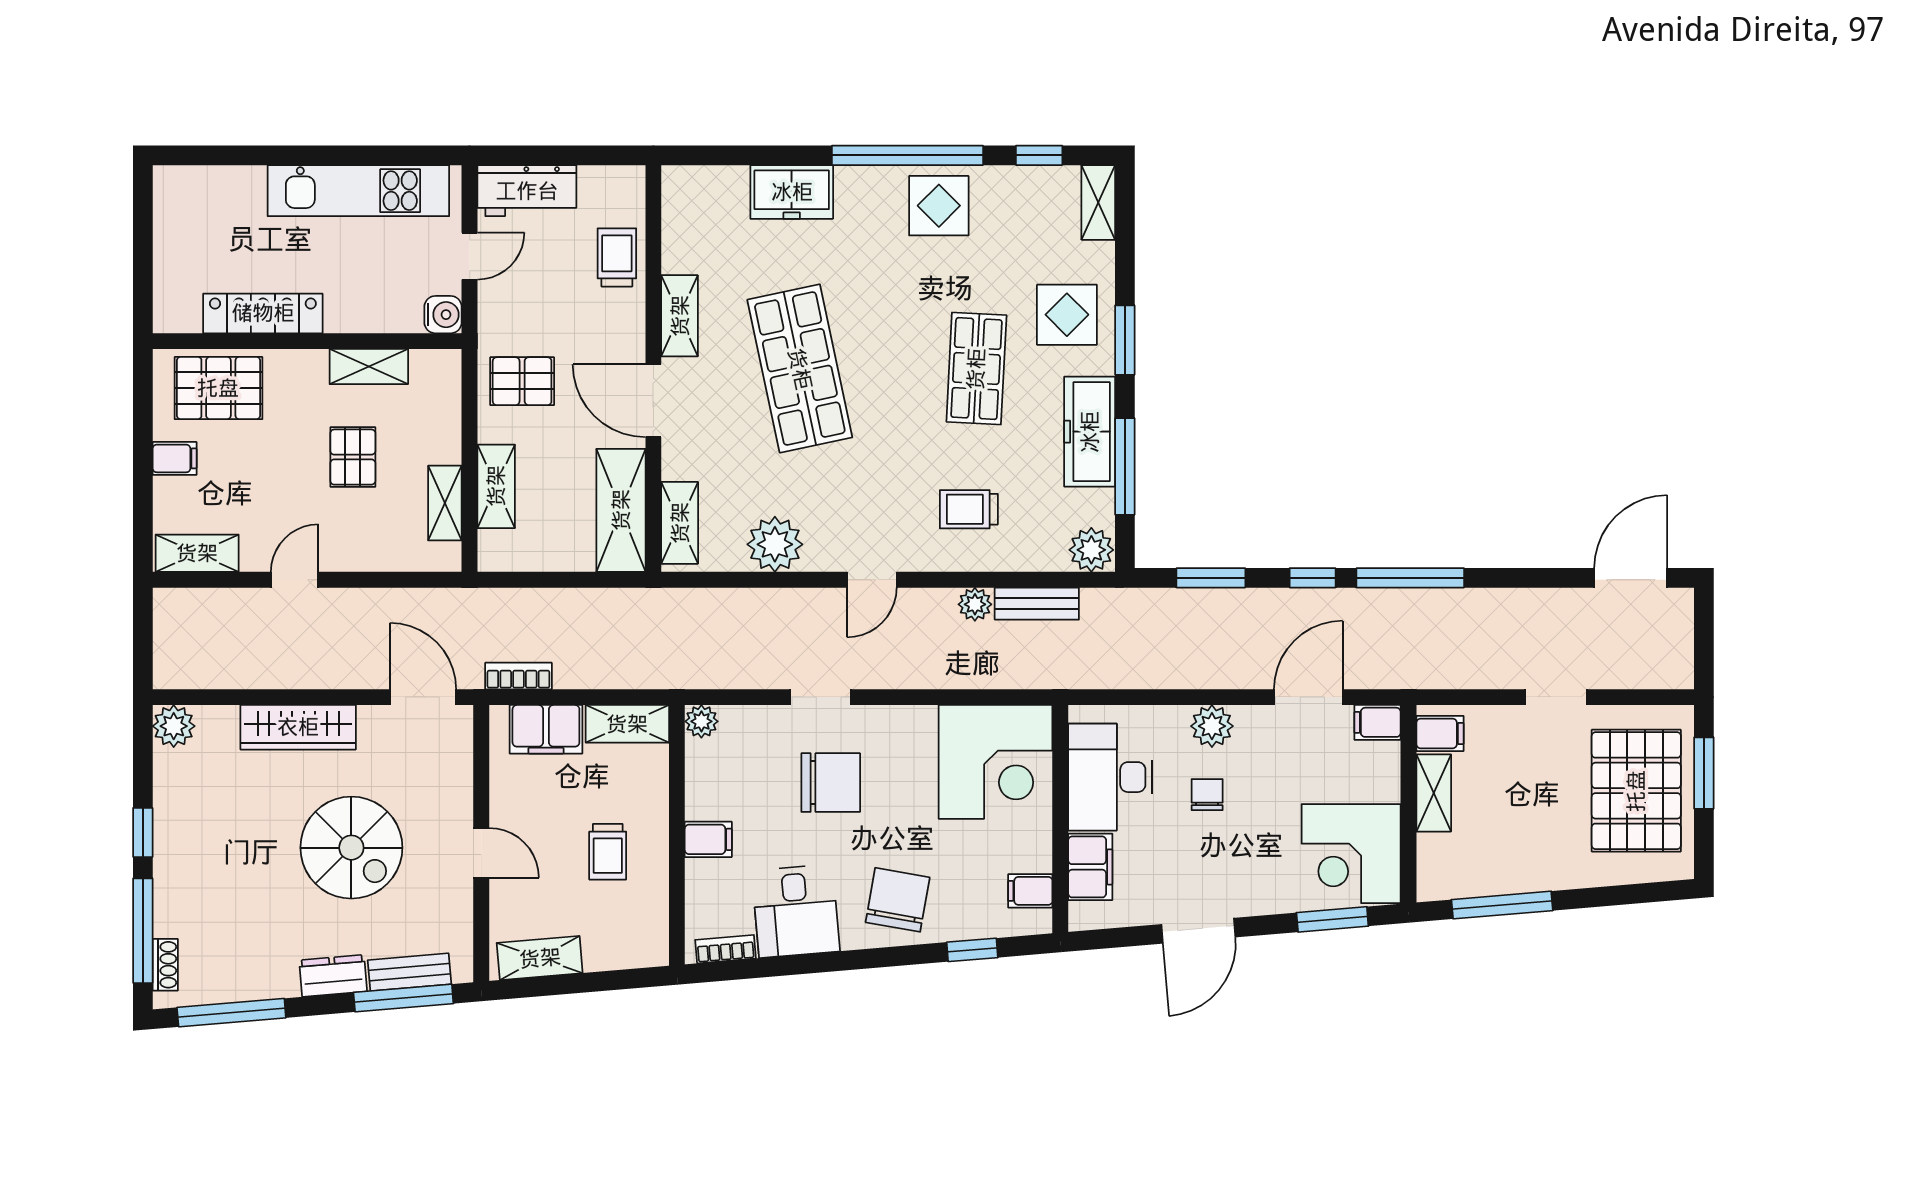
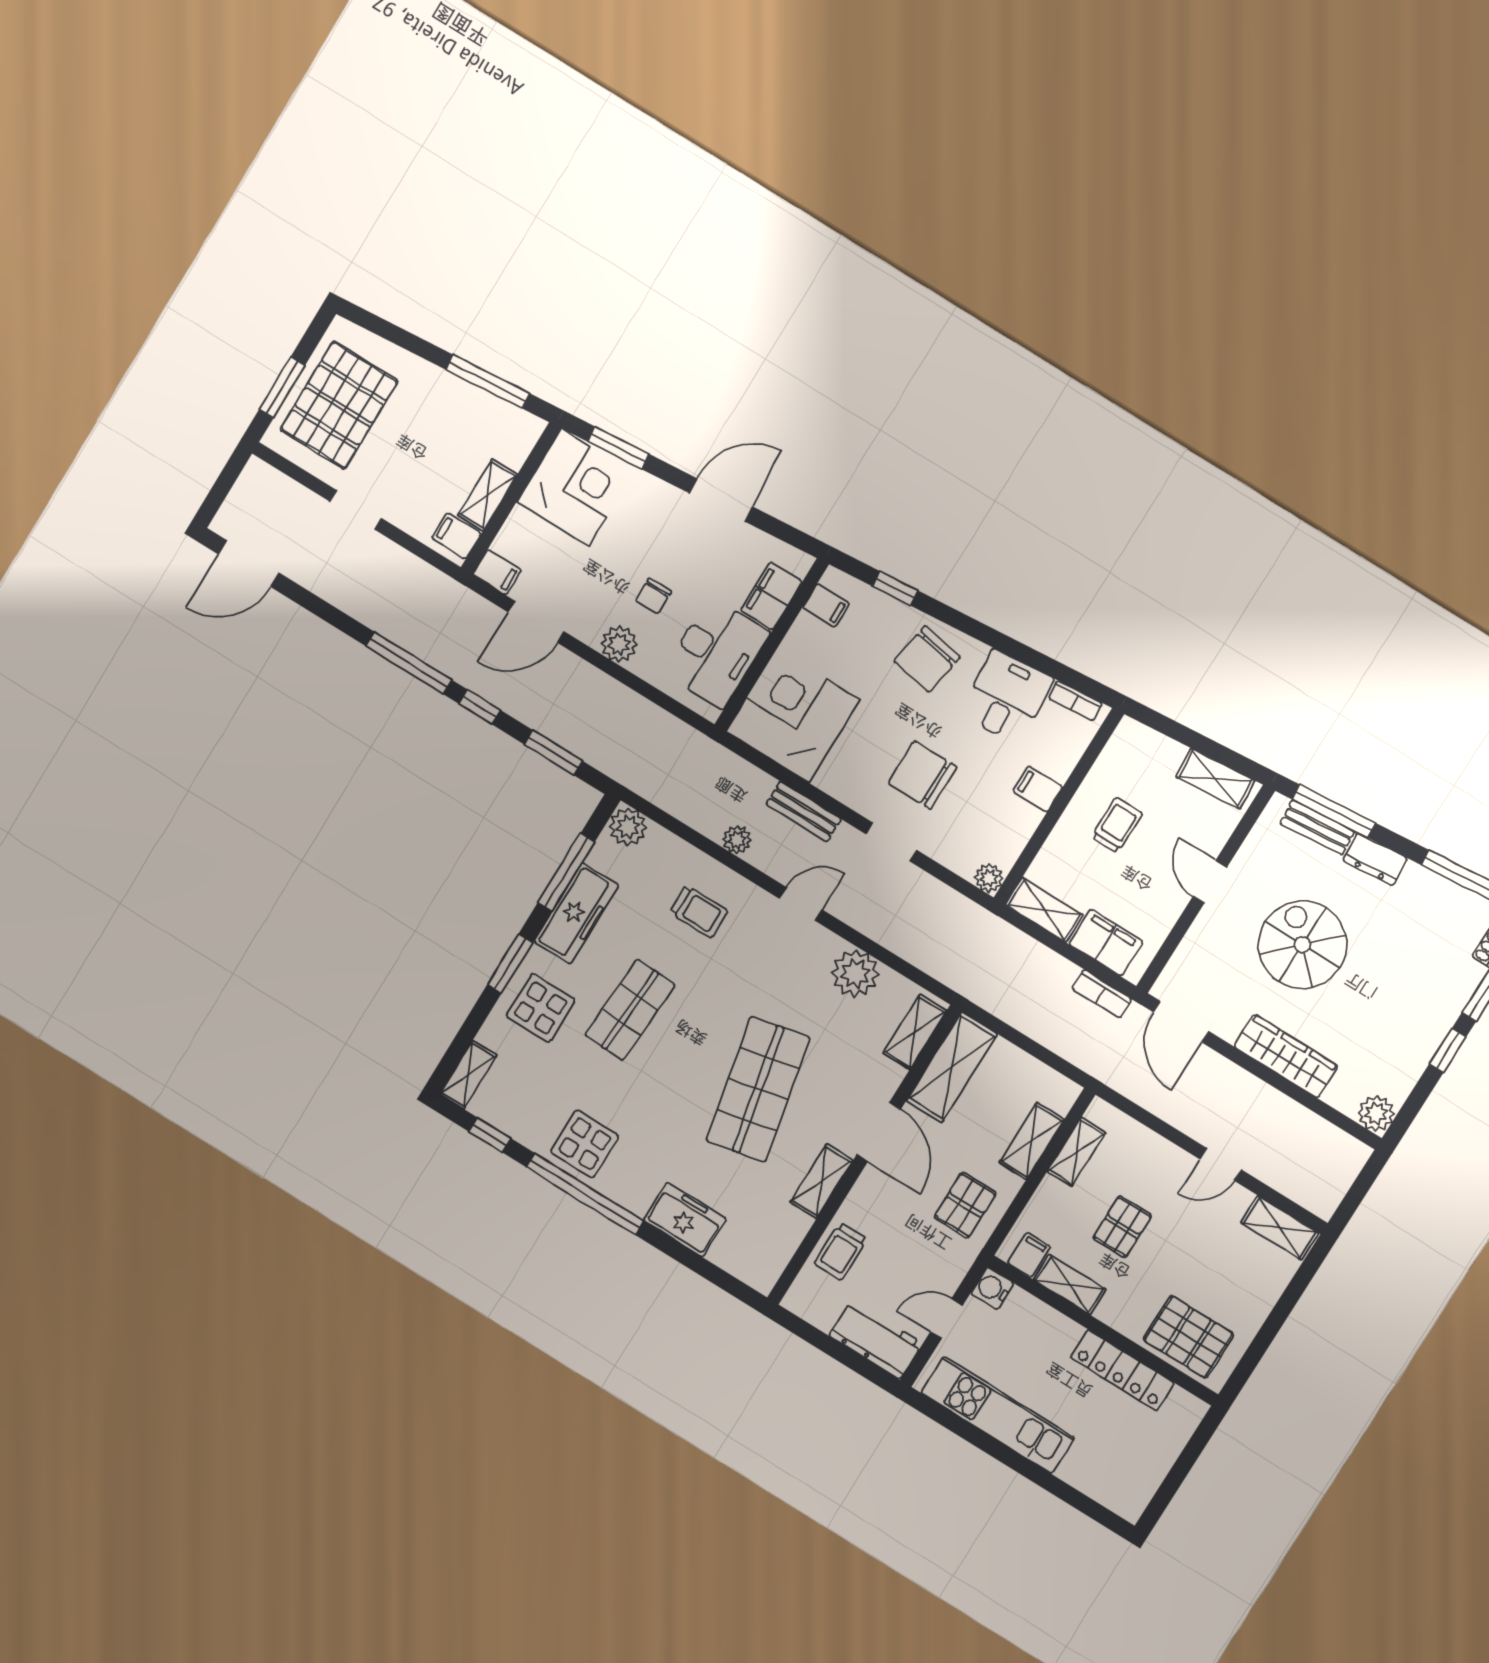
pallet: (522, 381) -> (965, 1205), turned 90
filing cabinet: (175, 458) -> (1029, 1255), moved, turned 90
bench: (1037, 604) -> (804, 812), moved

